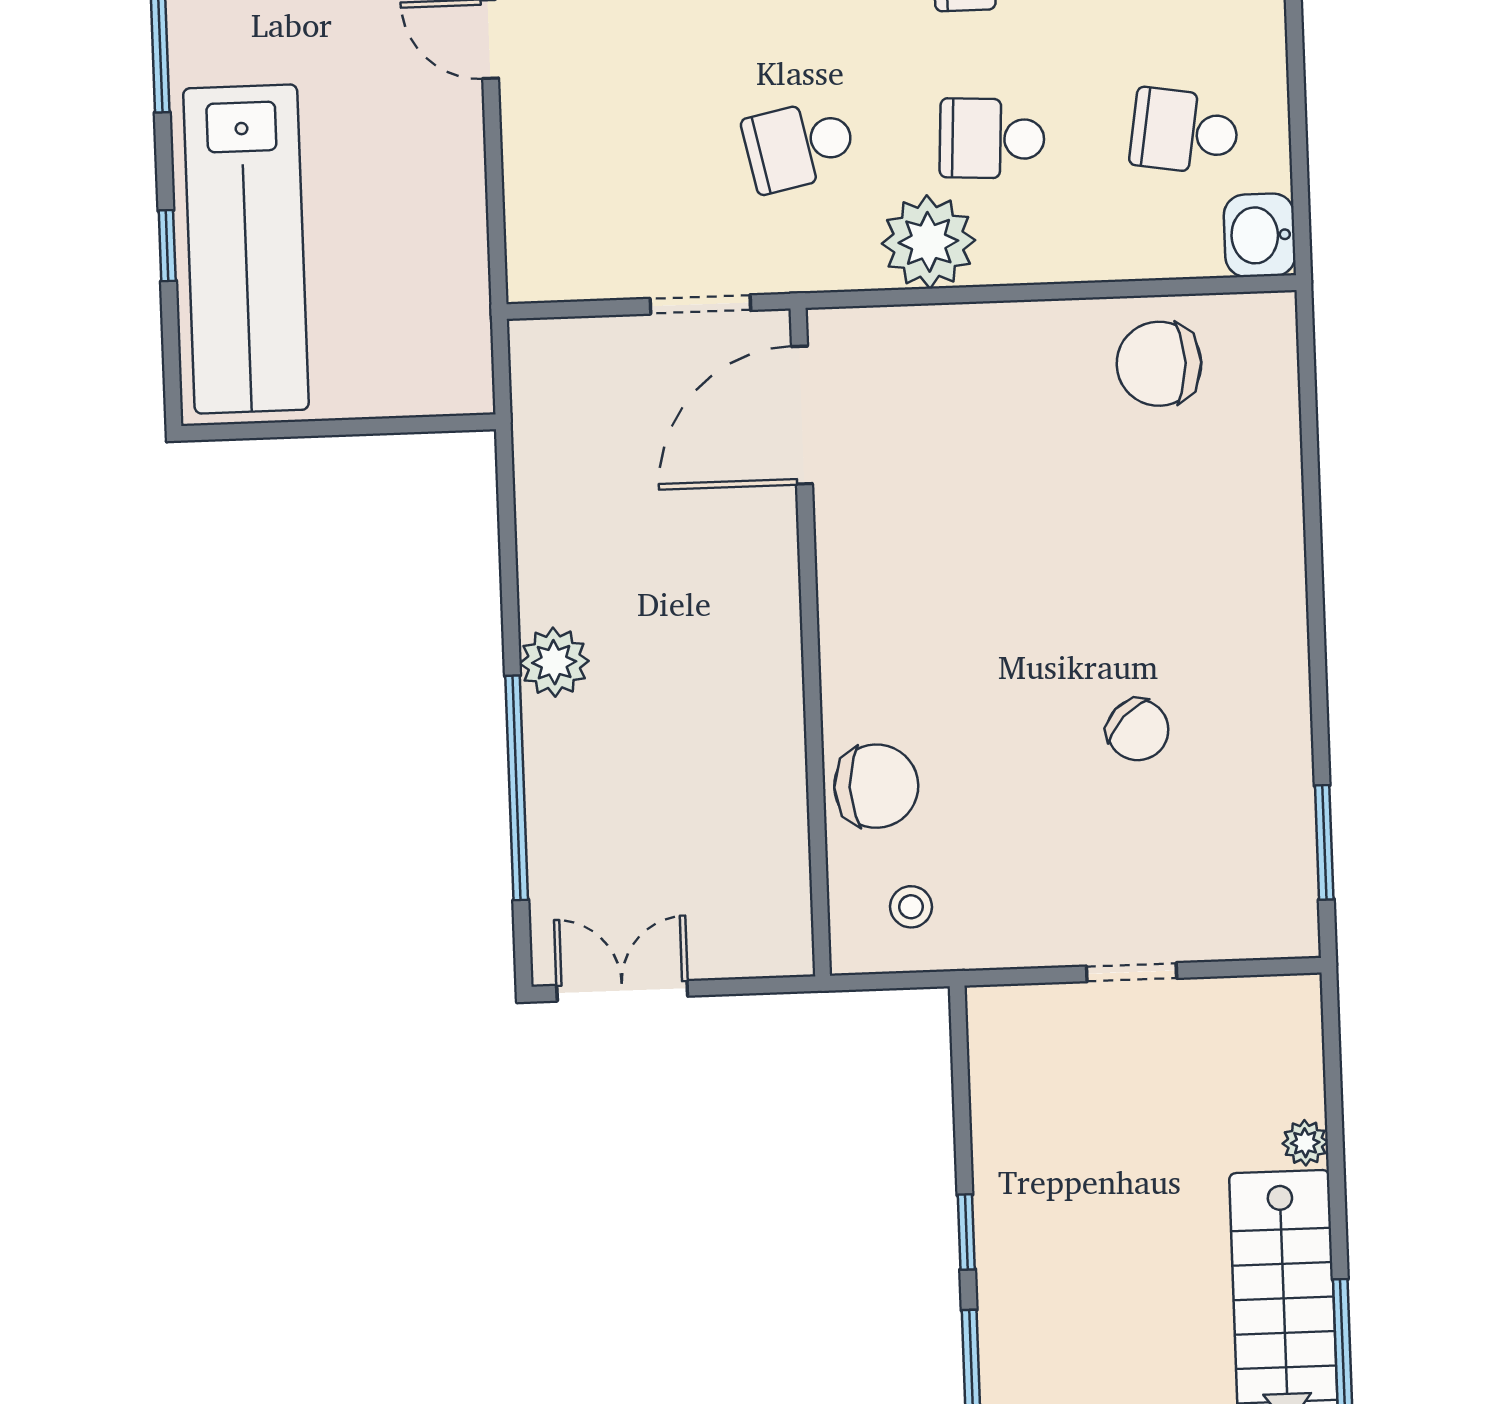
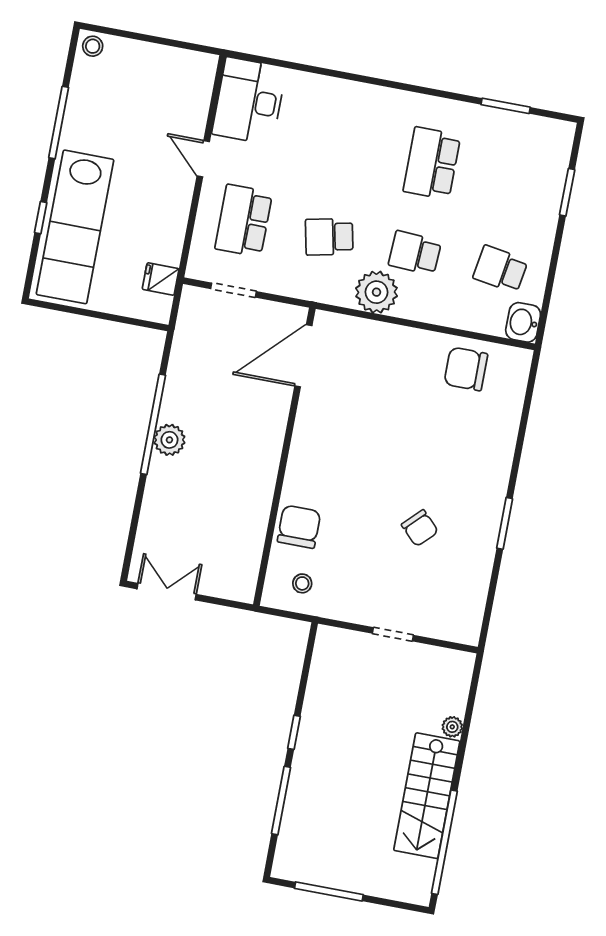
school desk: (607, 153) -> (244, 221), added
doorway: (700, 304) -> (233, 290), moved
fridge: (456, 319) -> (161, 279), added
chair: (876, 786) -> (299, 527), turned -90
window: (517, 788) -> (153, 424), moved
window: (1324, 842) -> (505, 523), moved

